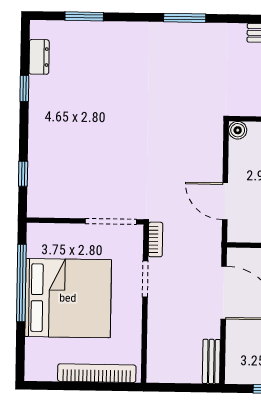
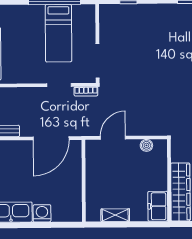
boiler: (238, 130) -> (146, 145), moved
bed: (68, 298) -> (59, 33), width x0.49

